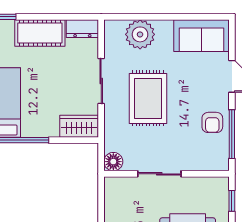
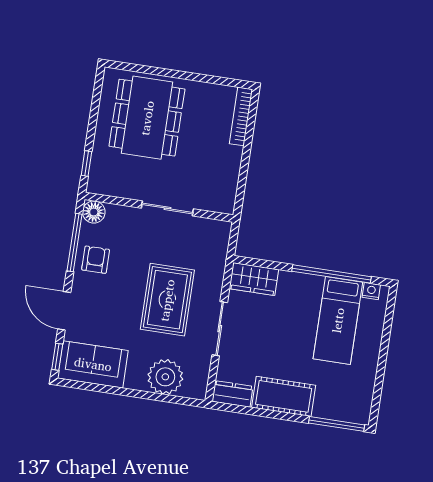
window: (232, 38) -> (57, 357), added
floor lamp: (113, 162) -> (94, 212), moved

